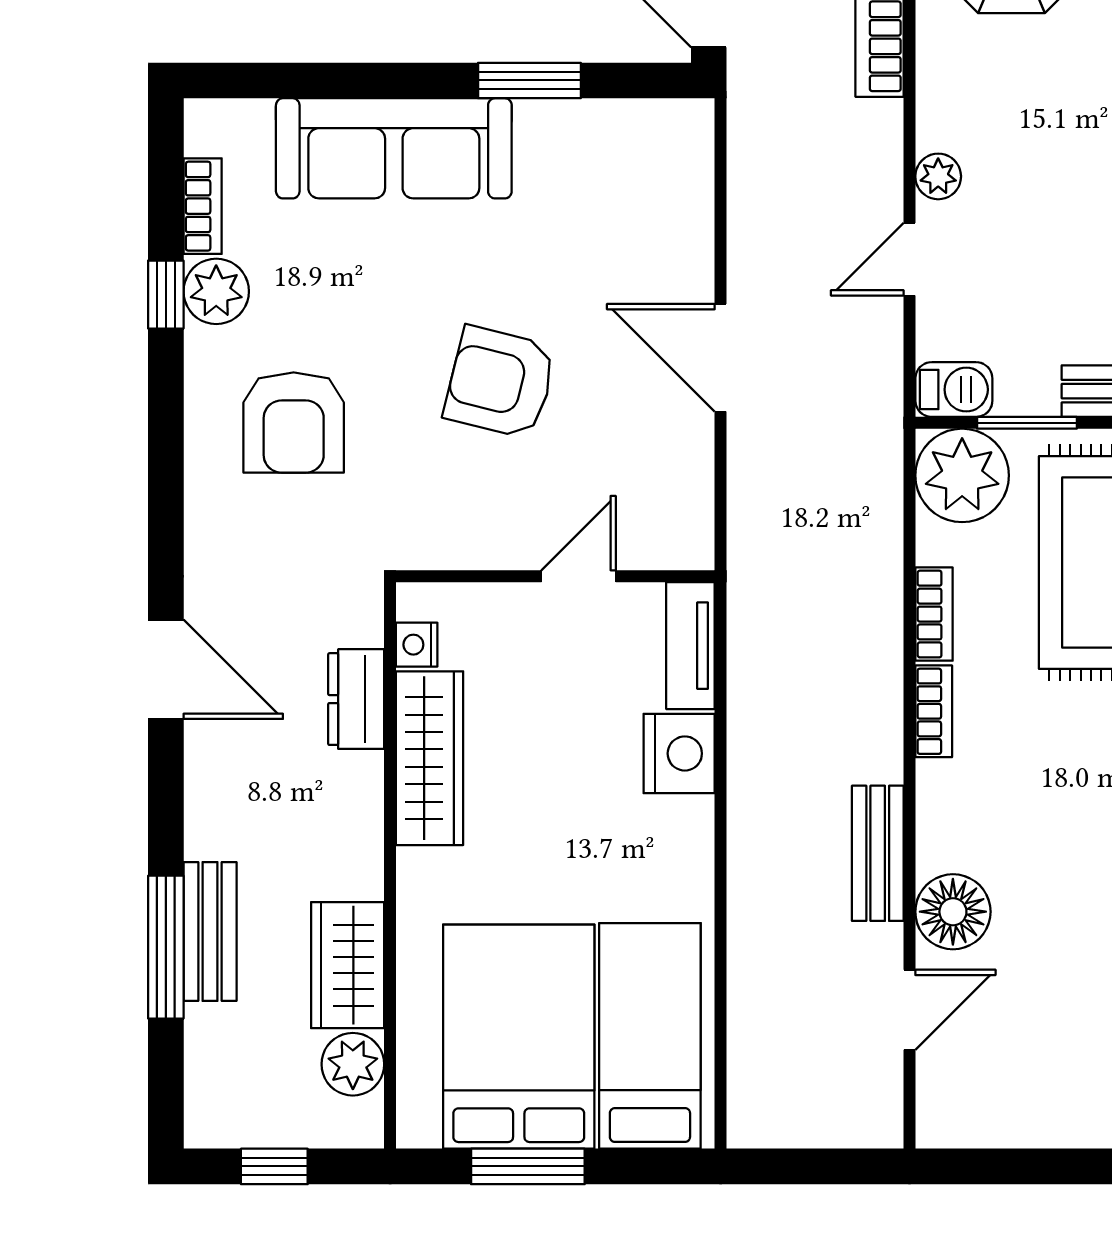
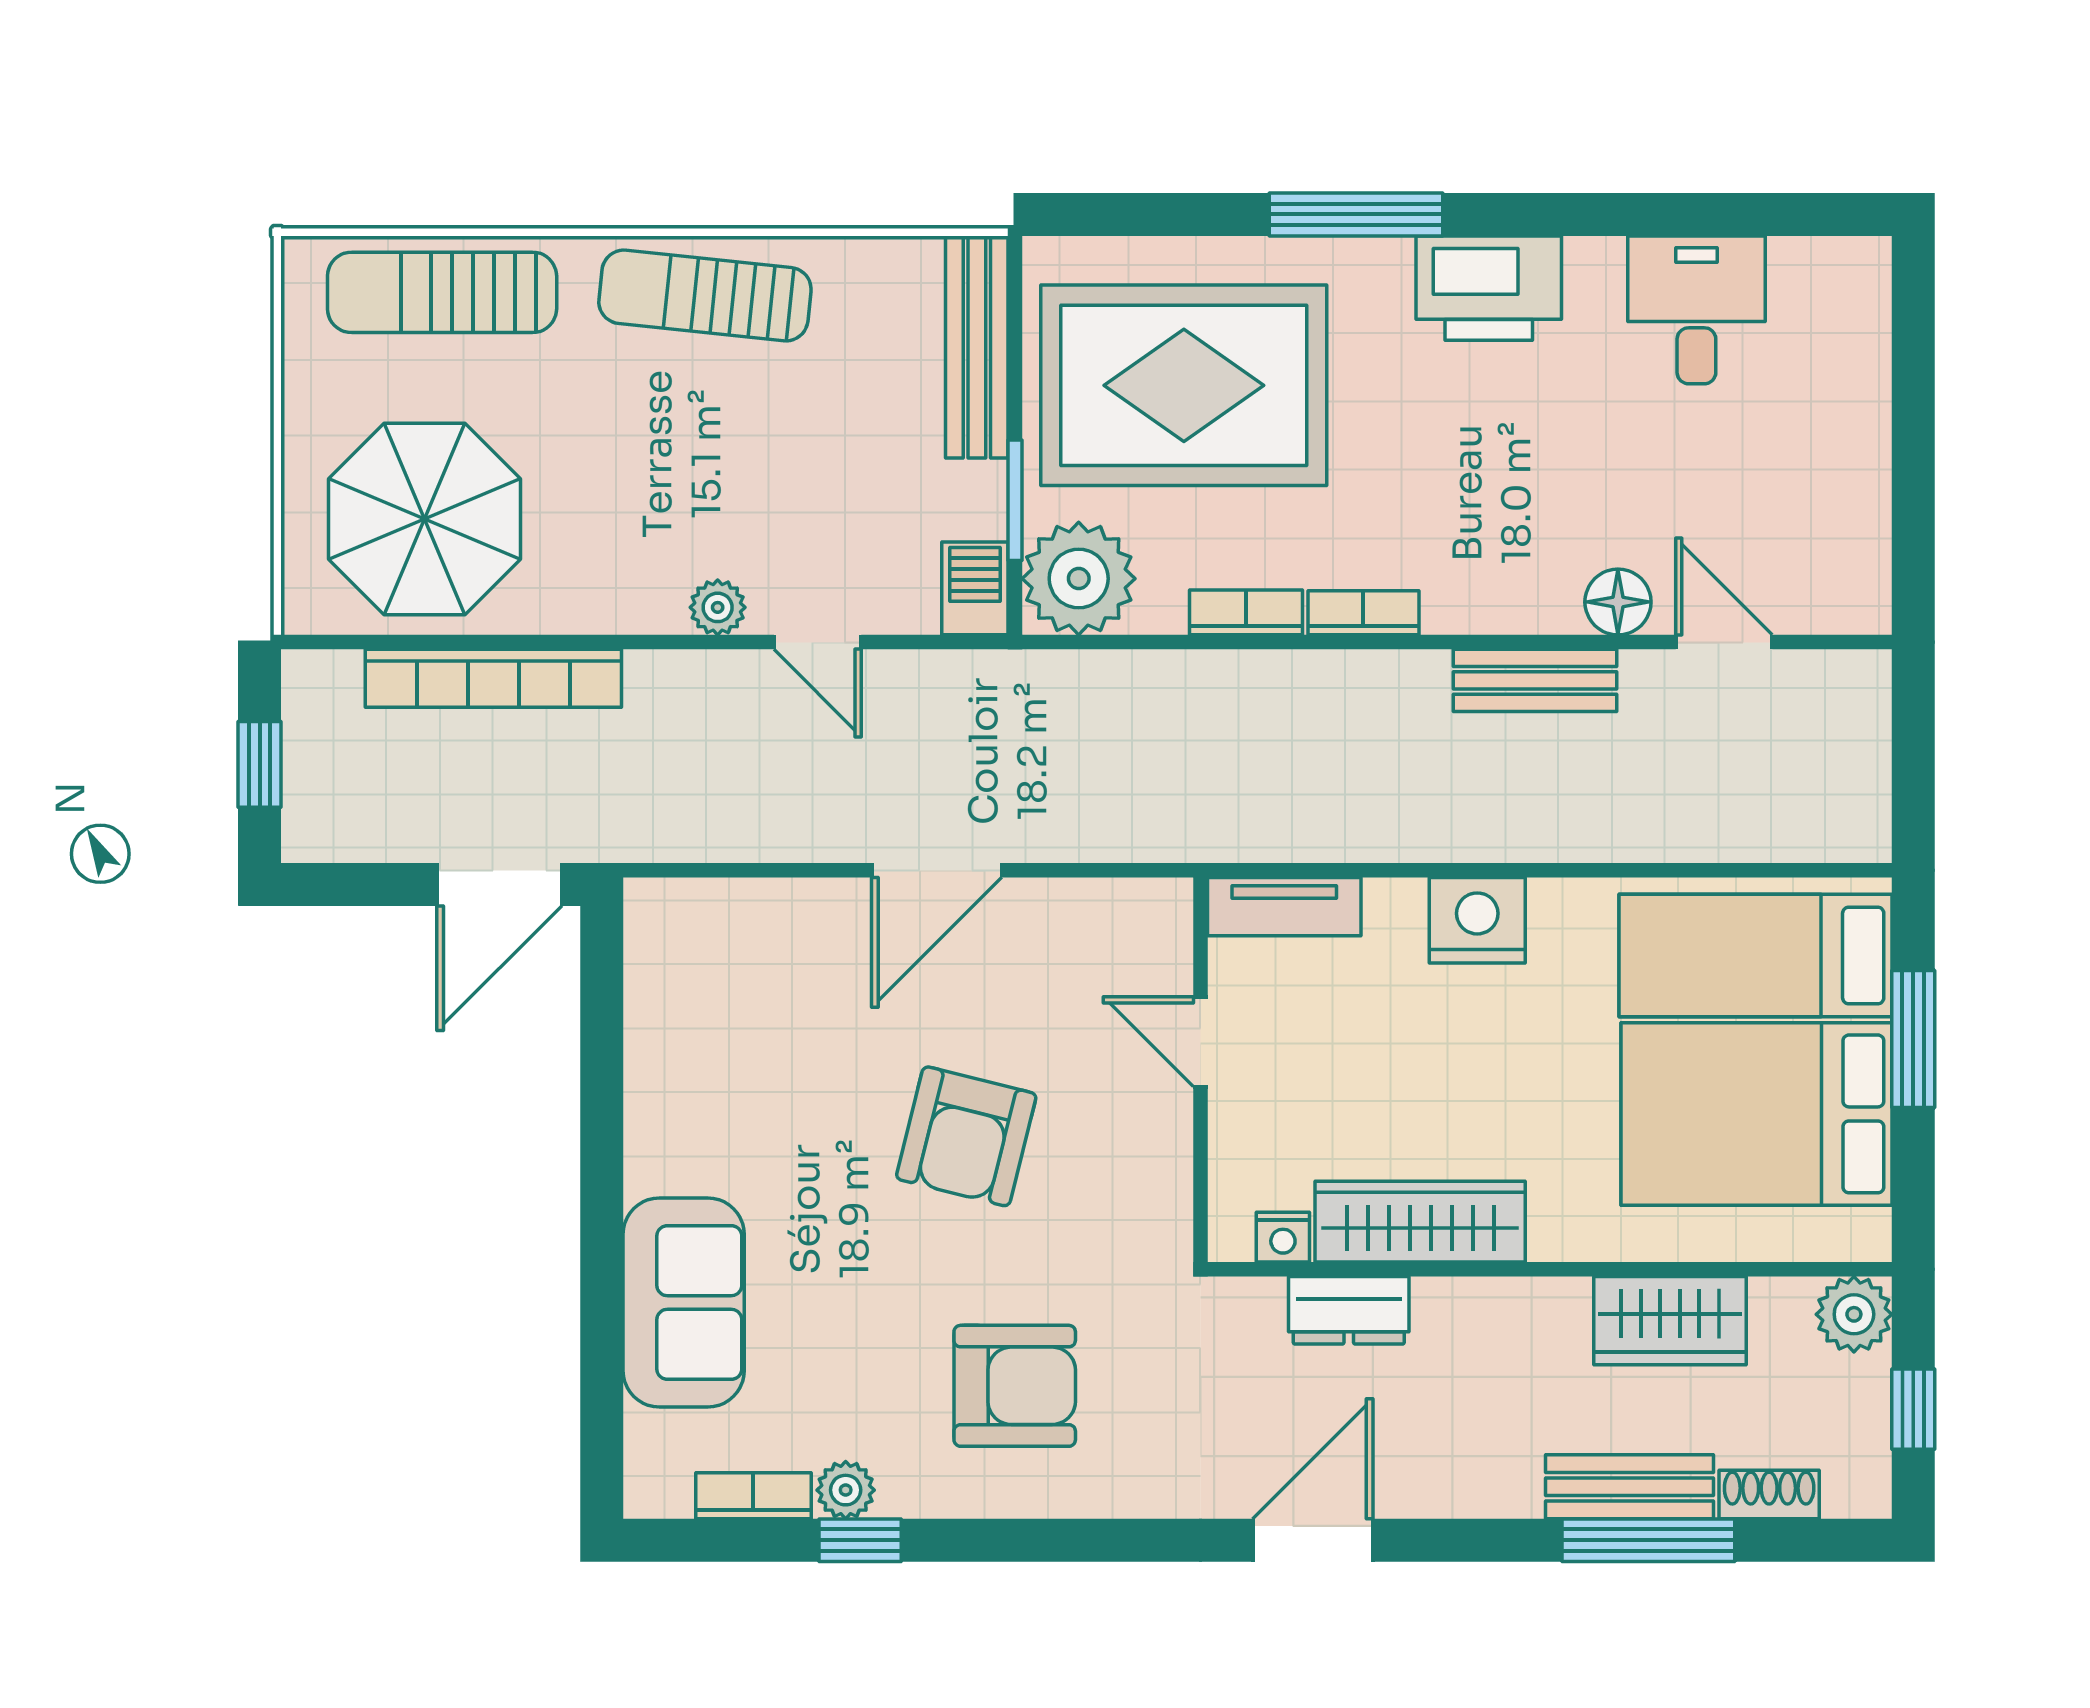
window: (529, 80) -> (602, 1101), removed
sofa: (394, 148) -> (684, 1302), width x0.73
plant: (216, 291) -> (846, 1490), width x0.73, depth x0.73
nightstand: (679, 753) -> (1477, 920), moved
floor lamp: (953, 912) -> (1618, 602), width x0.73, depth x0.73
shoe rack: (204, 1047) -> (1769, 1494), added
plant: (353, 1064) -> (1854, 1314), moved
window: (528, 1166) -> (1913, 1039), moved

